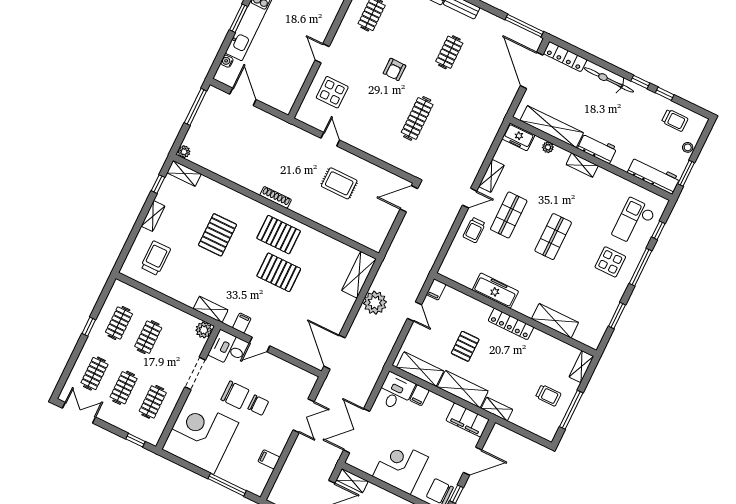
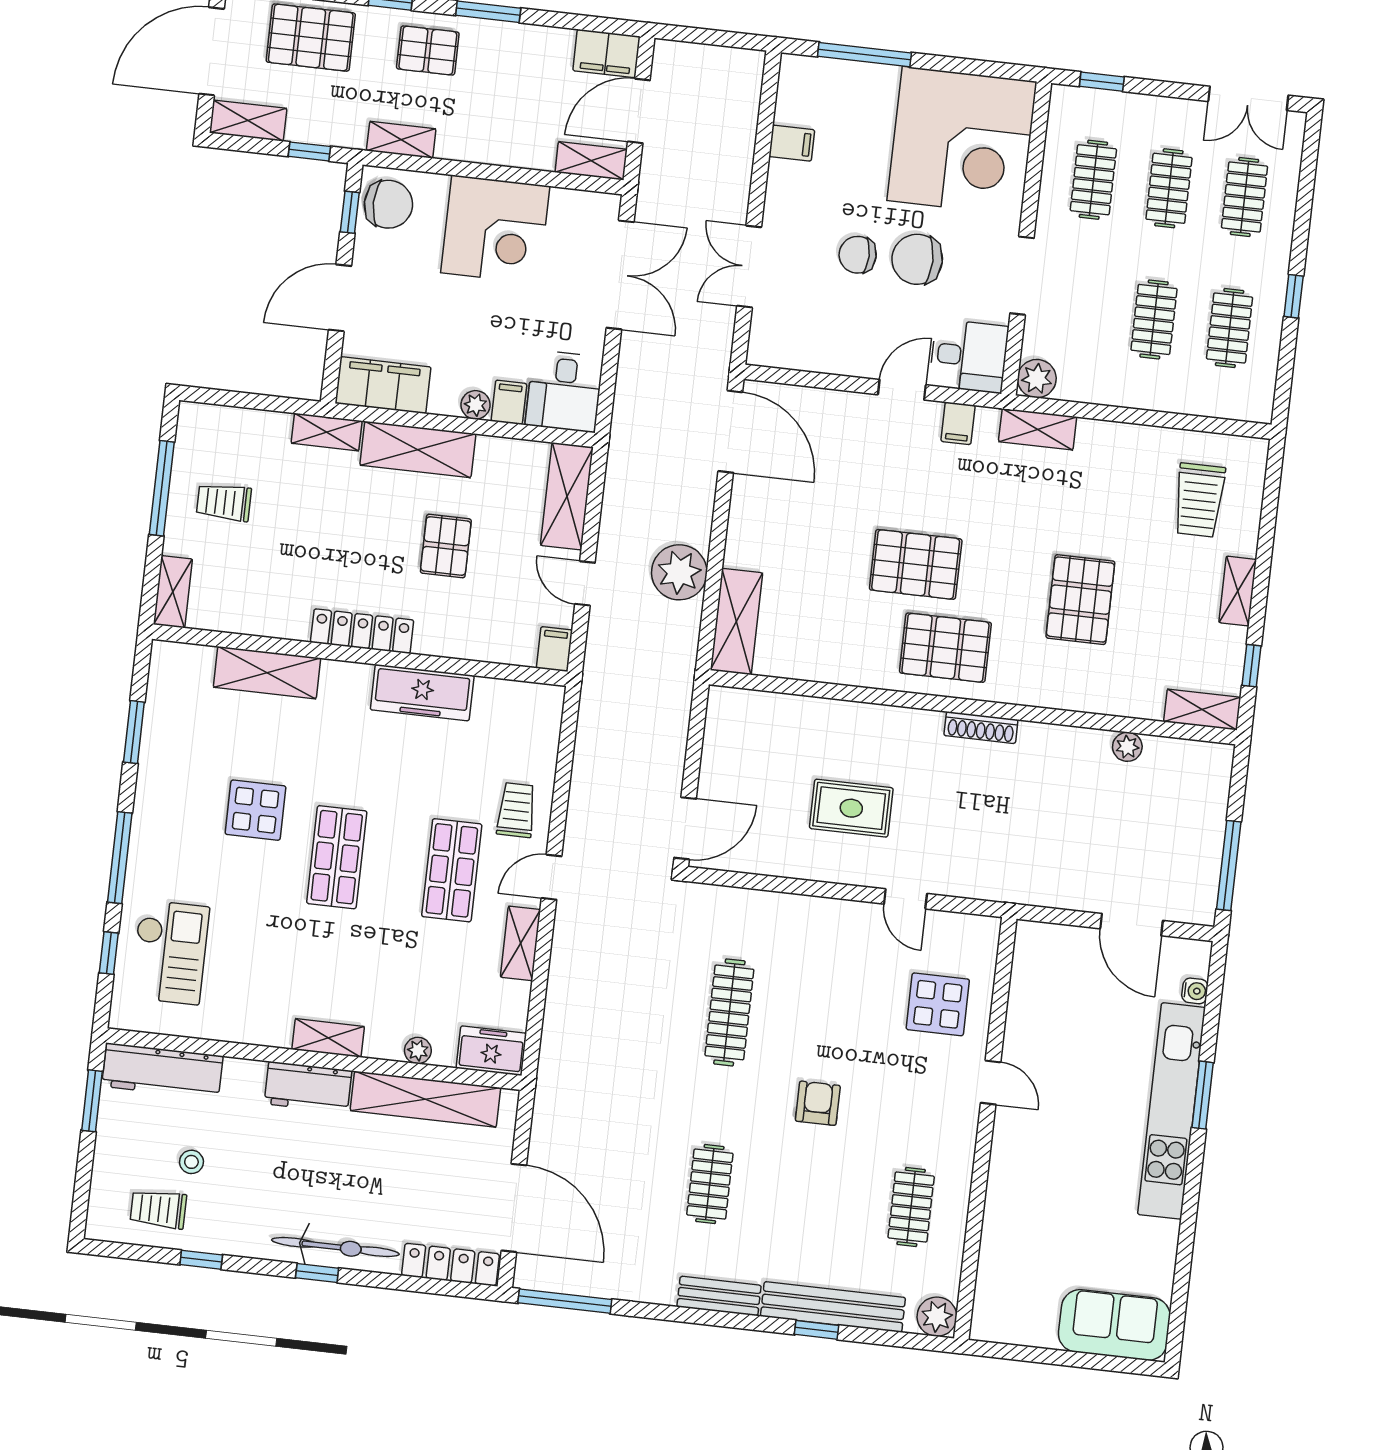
window: (640, 82) -> (317, 1273), moved
stool: (688, 147) -> (191, 1162), moved
plant: (184, 152) -> (1127, 747), moved
display table: (610, 262) -> (256, 810), moved
shelving: (420, 369) -> (567, 496), moved, turned 90
plant: (433, 399) -> (476, 405), added

